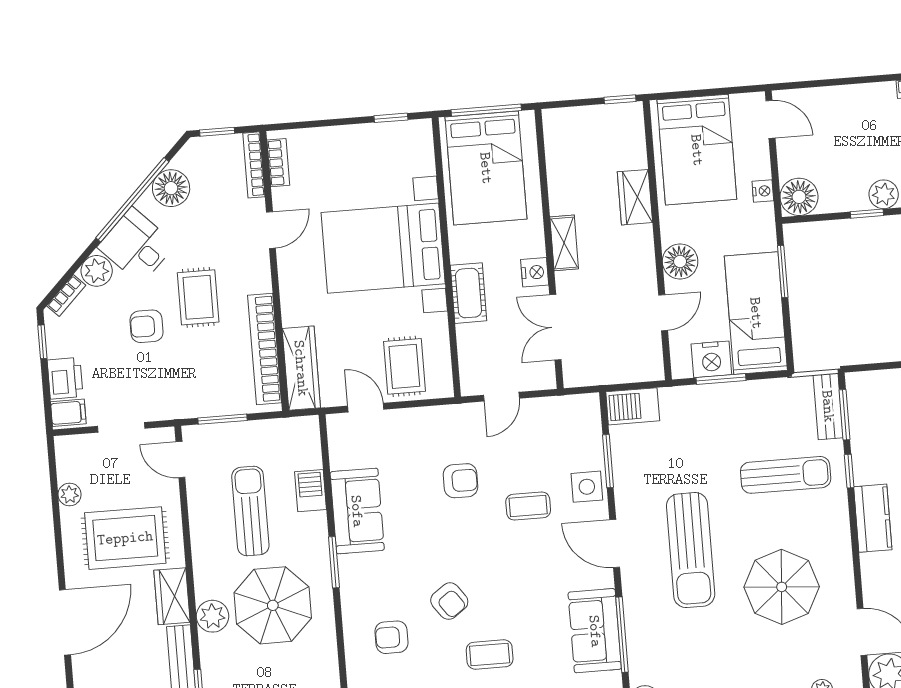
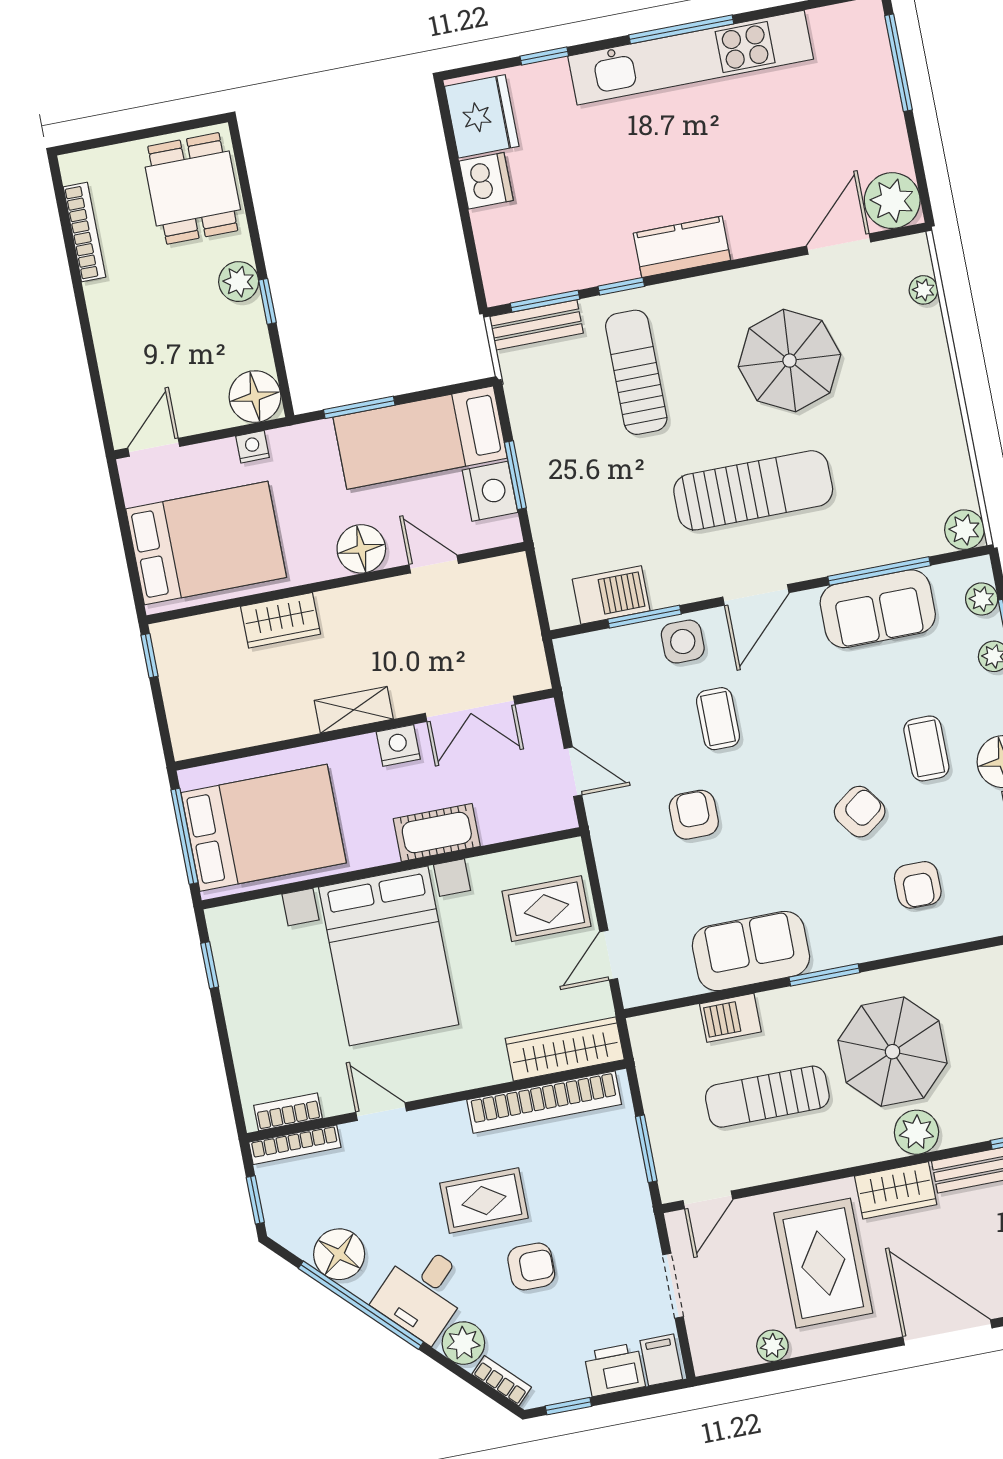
armchair: (147, 326) -> (531, 1267), turned -90
barbecue: (633, 406) -> (611, 595), moved, turned -90

